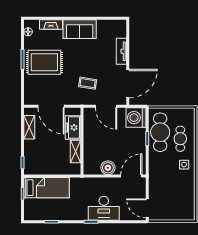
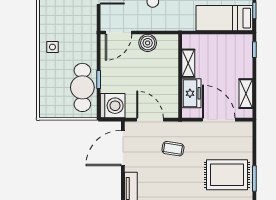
cafe table: (180, 139) -> (57, 79), removed

